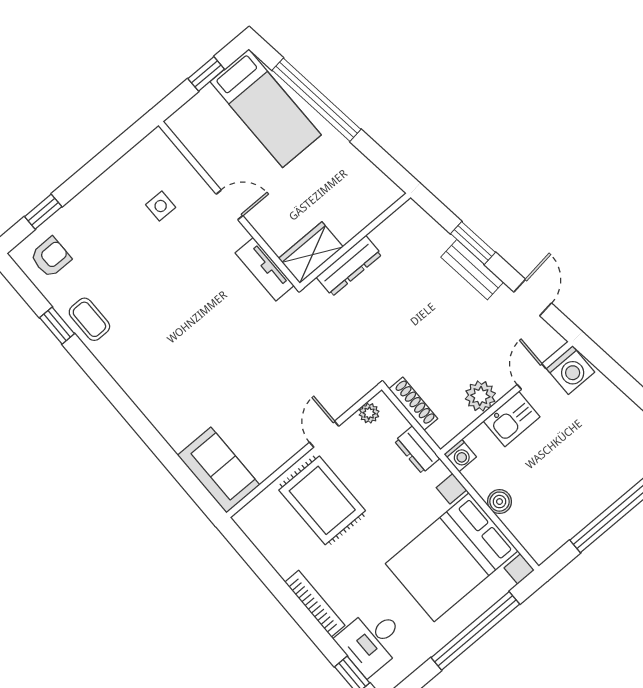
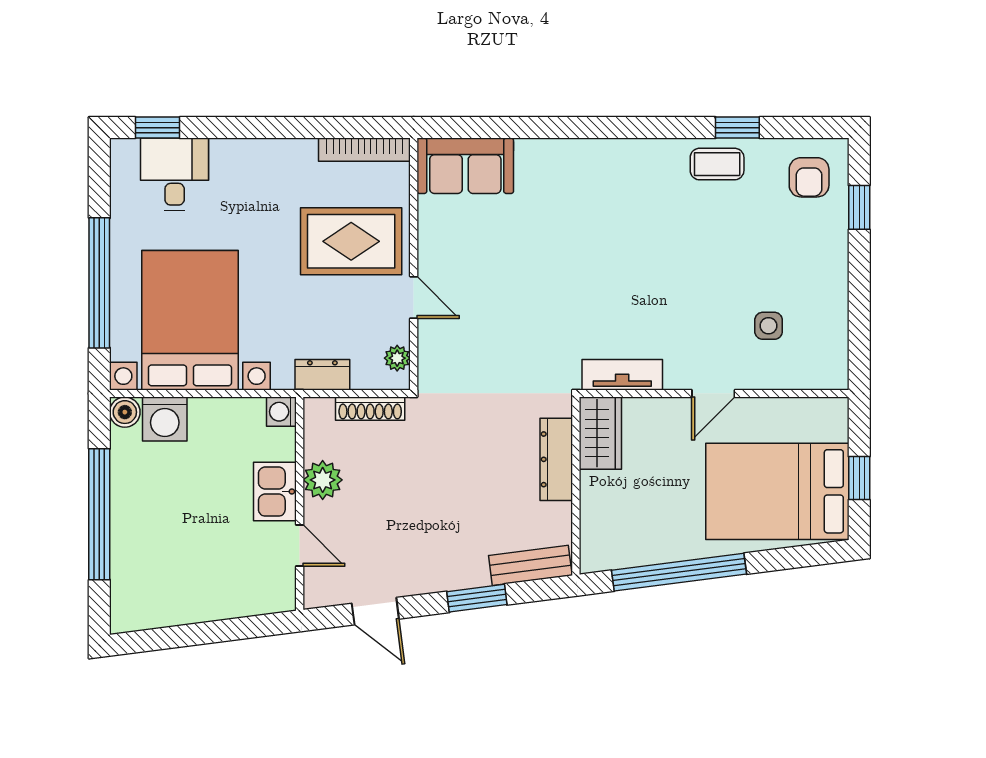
window: (317, 100) -> (679, 572), moved
bed: (266, 108) -> (777, 491), width x1.50
bench: (472, 270) -> (530, 565), moved
washing machine: (570, 370) -> (165, 419), moved, turned -90
boiler: (499, 502) -> (125, 412), moved
bookcase: (315, 604) -> (364, 150), moved

